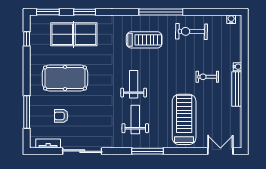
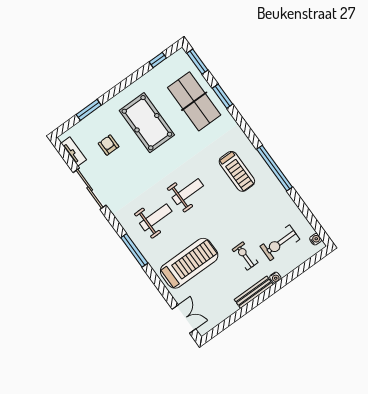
exercise bike: (191, 31) -> (280, 243), moved, turned -91
window: (27, 112) -> (89, 110), width x0.69

